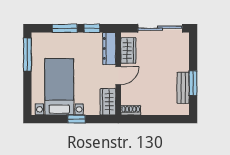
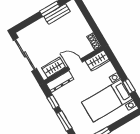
window: (76, 119) -> (129, 86), moved

